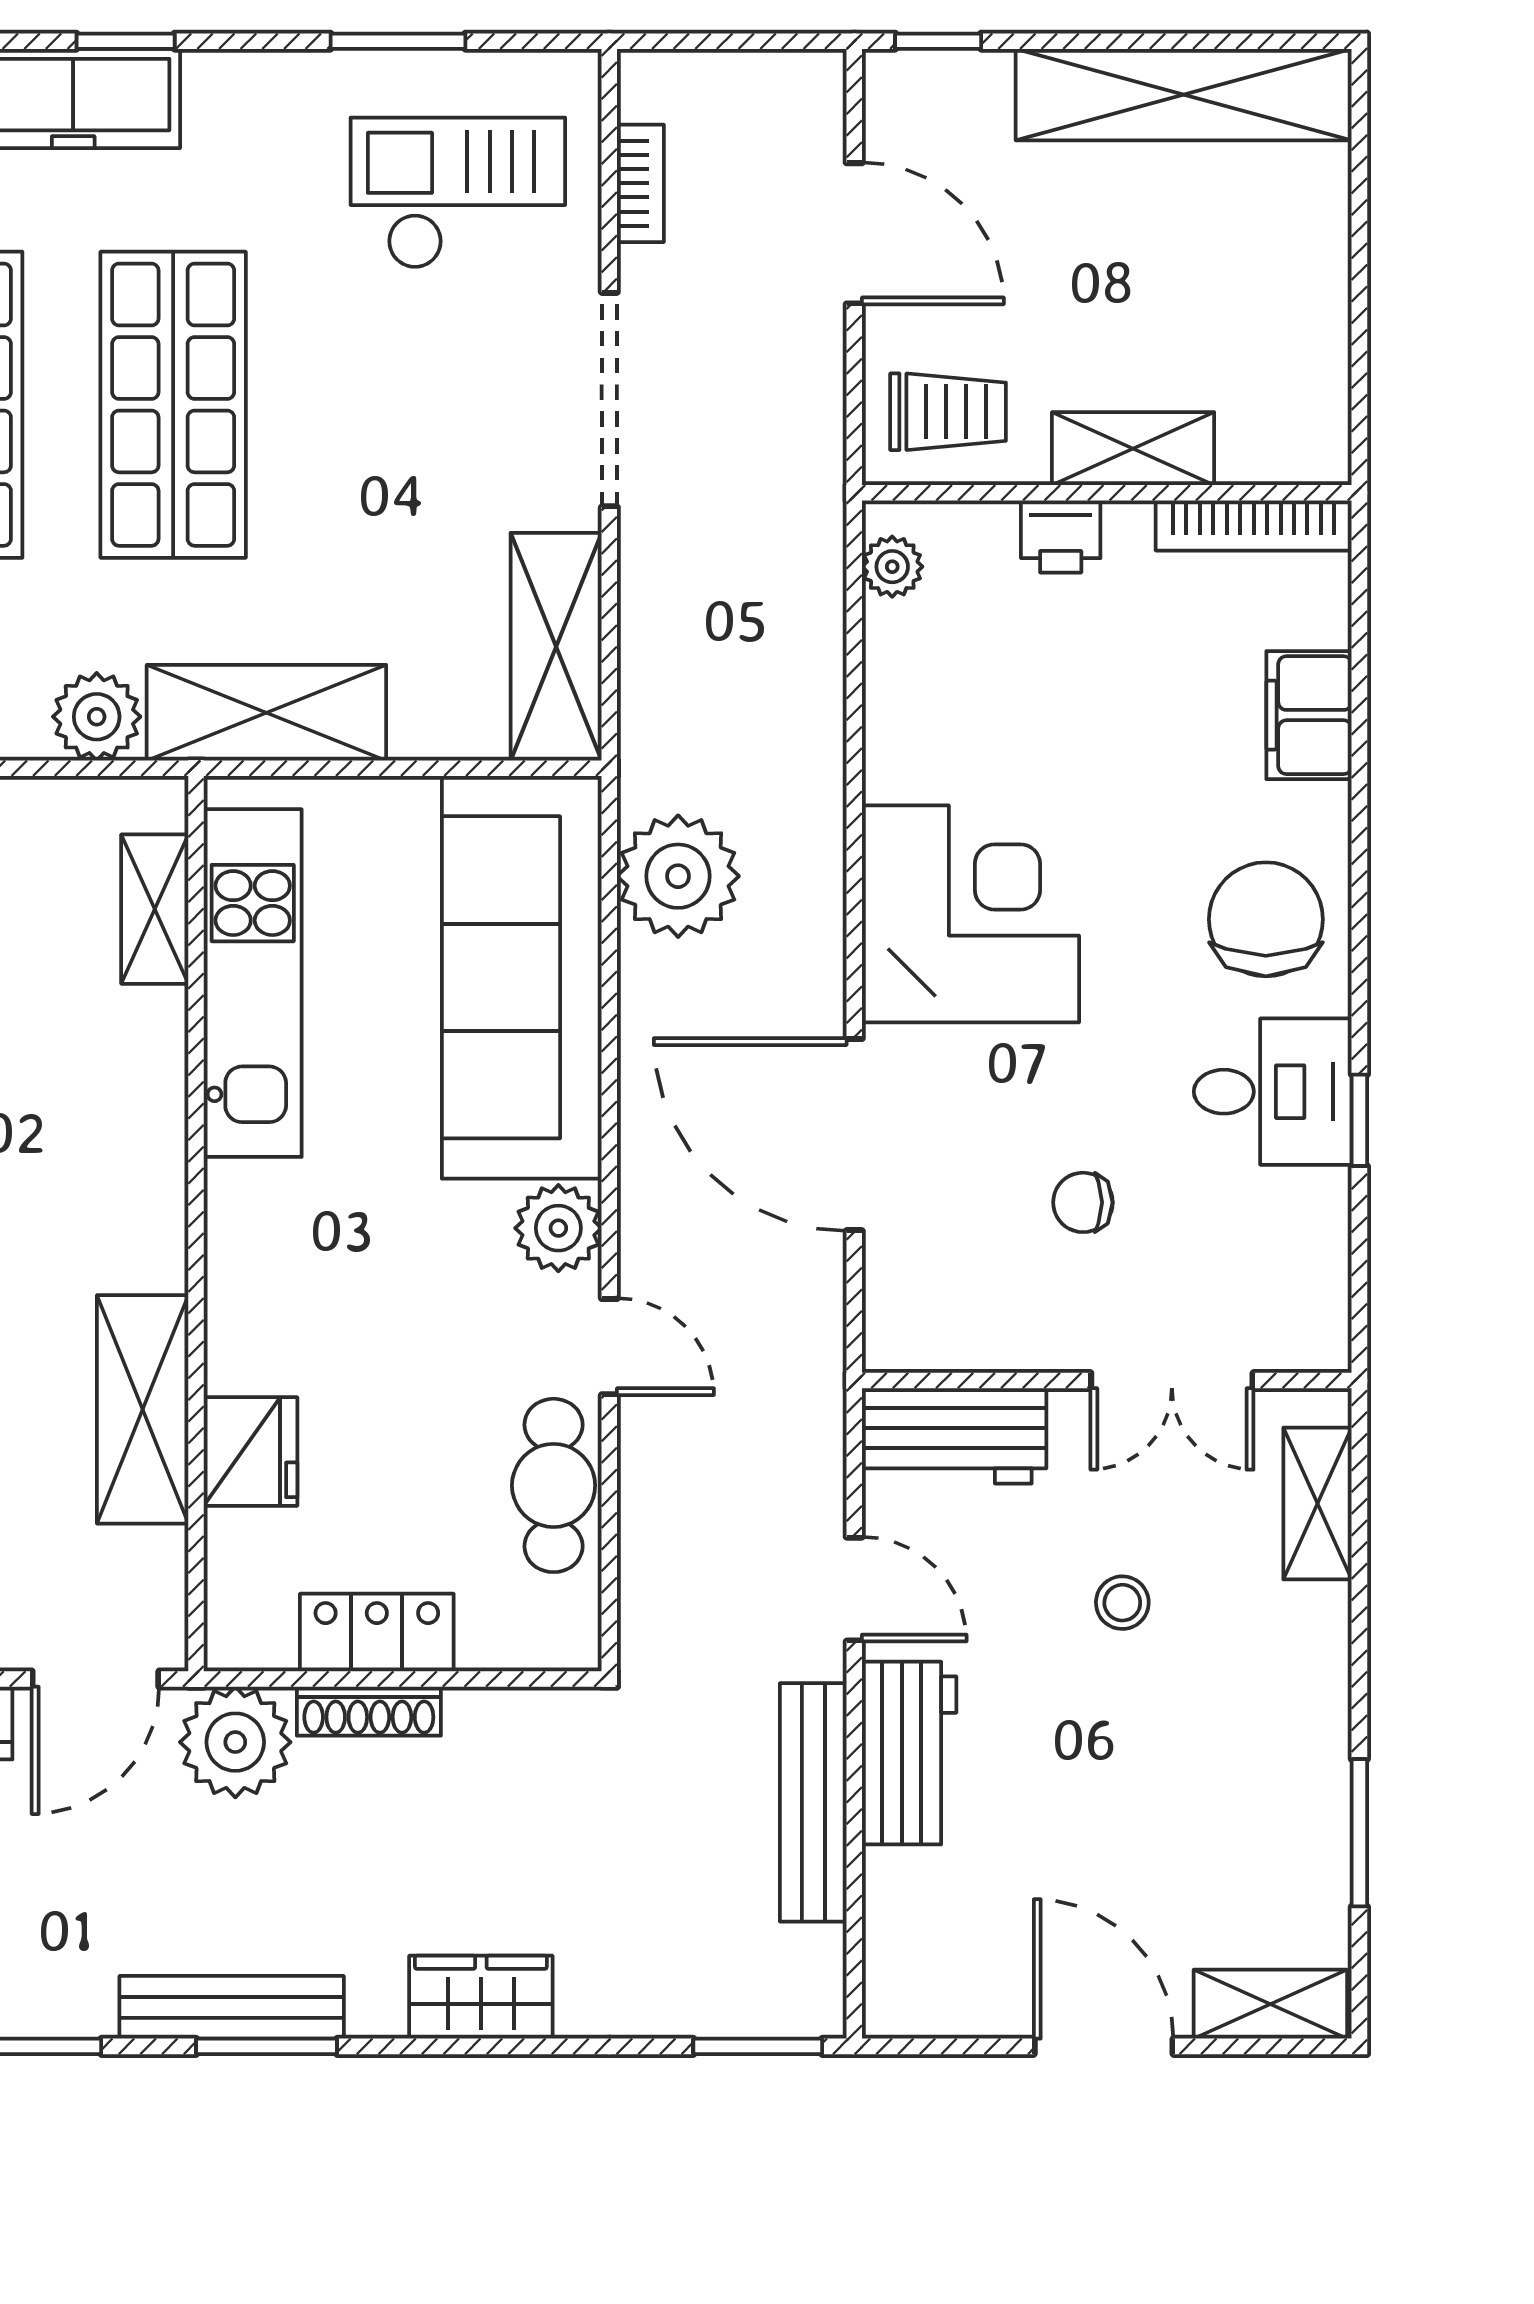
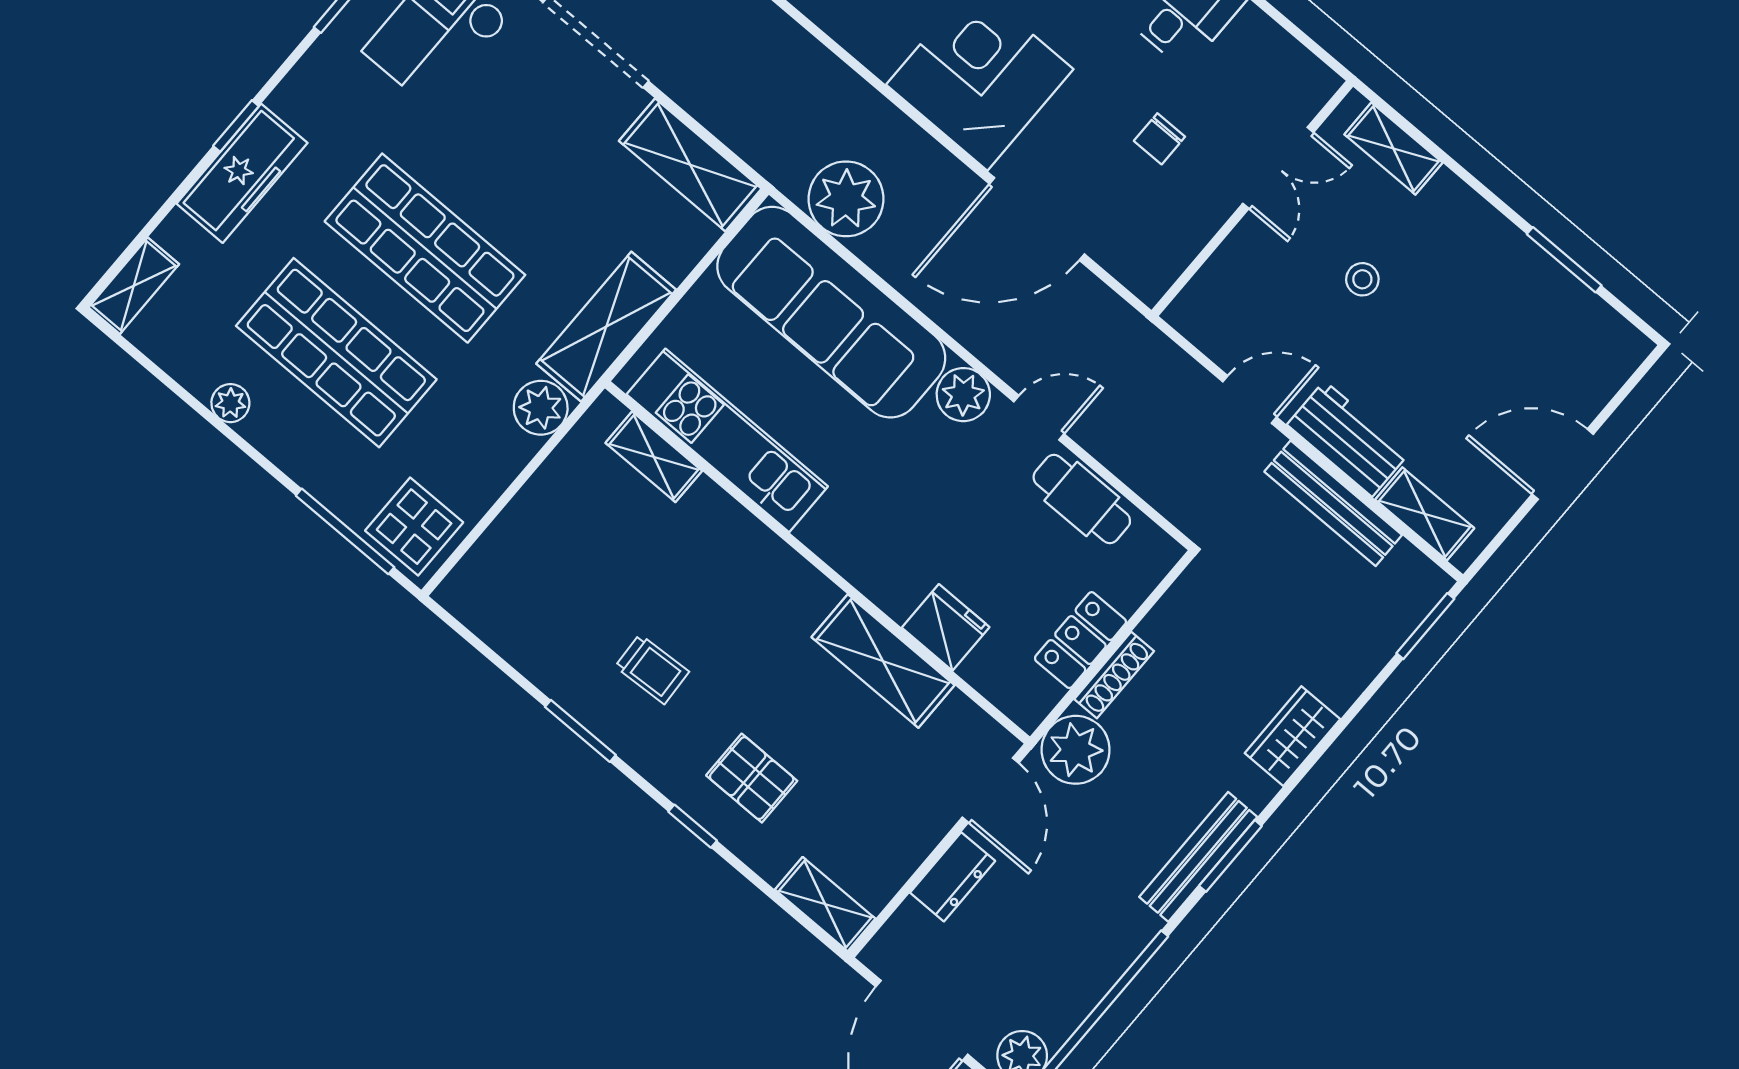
workbench: (954, 1436) -> (1218, 292), removed
shelving: (1270, 2004) -> (1425, 514), moved, turned 90

